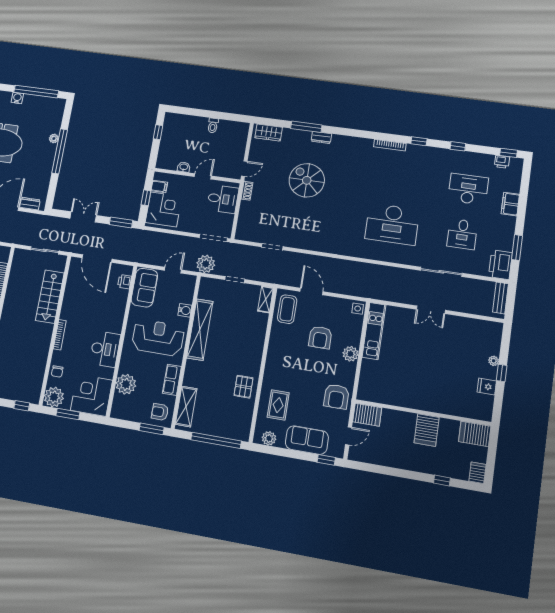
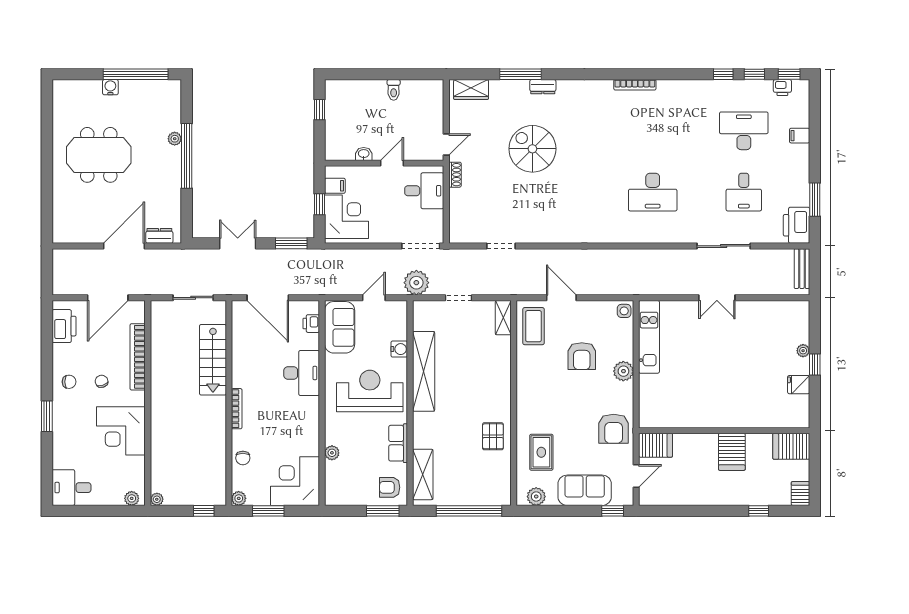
window: (419, 141) -> (754, 74), moved
filing cabinet: (510, 204) -> (800, 136), width x0.50
desk: (392, 224) -> (653, 192), width x0.73, depth x0.77
desk: (105, 349) -> (302, 373), moved
plant: (126, 384) -> (332, 453), width x0.53, depth x0.53
plant: (54, 397) -> (239, 498), width x0.53, depth x0.53

